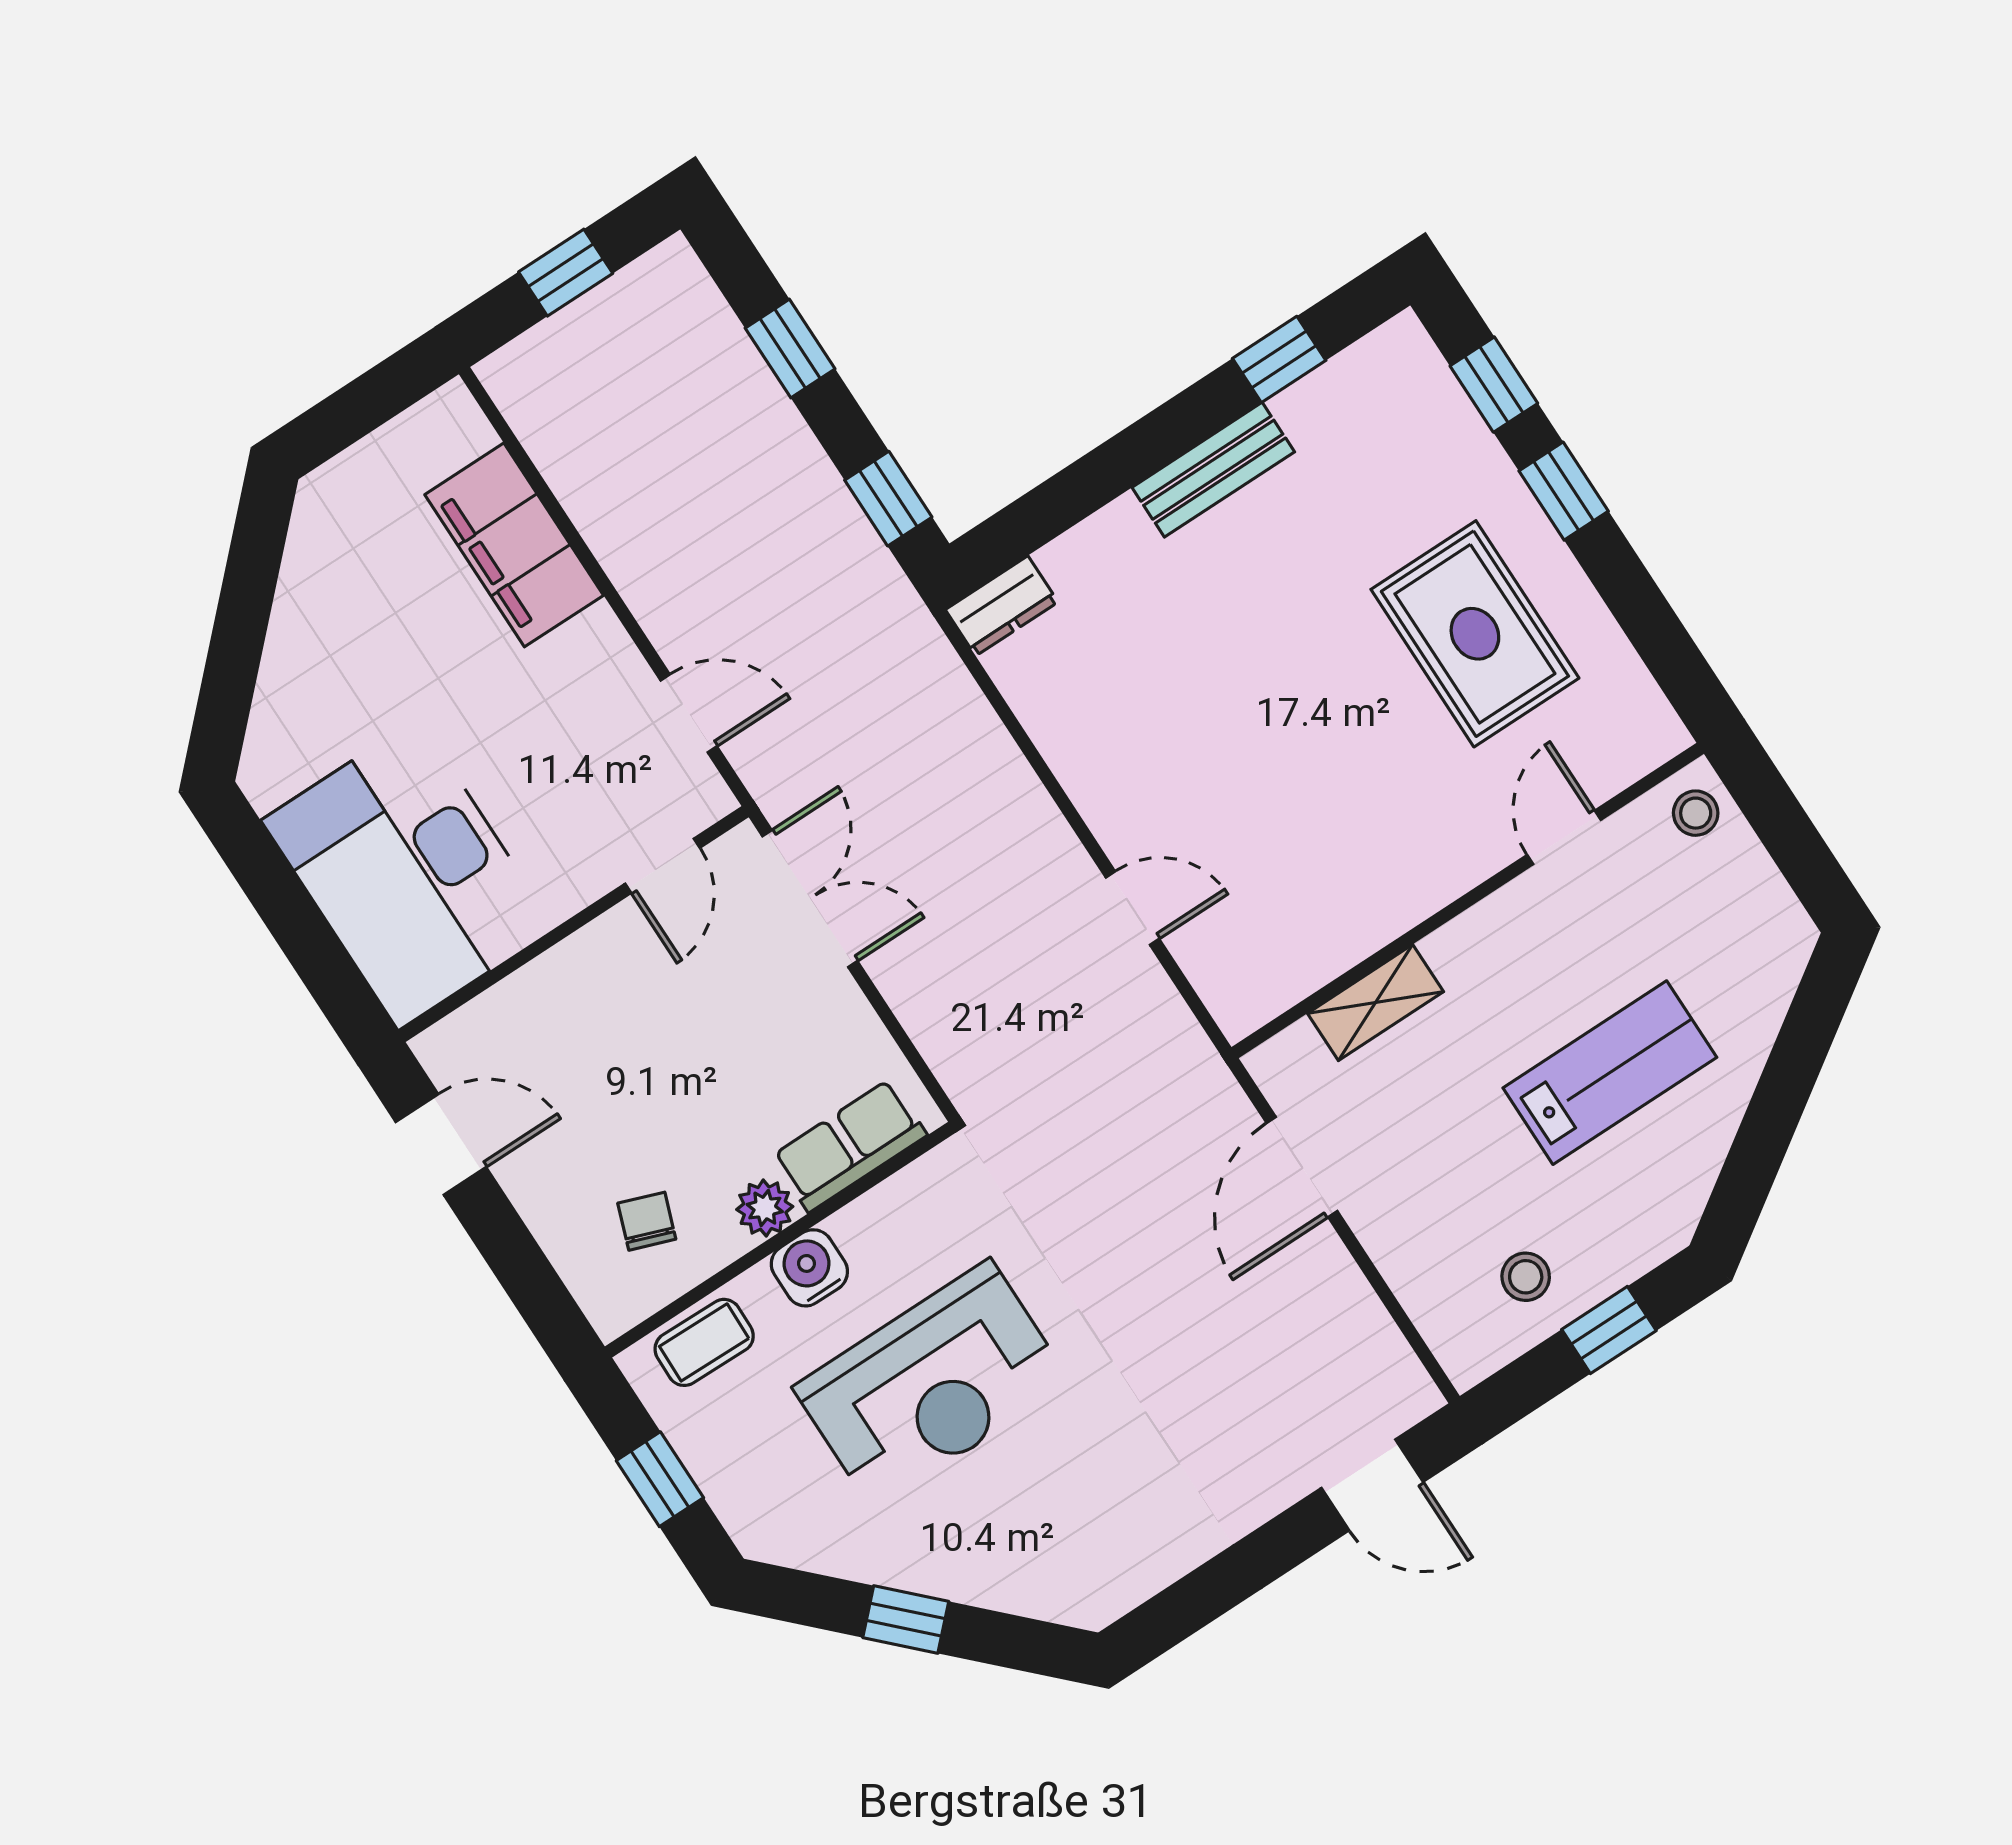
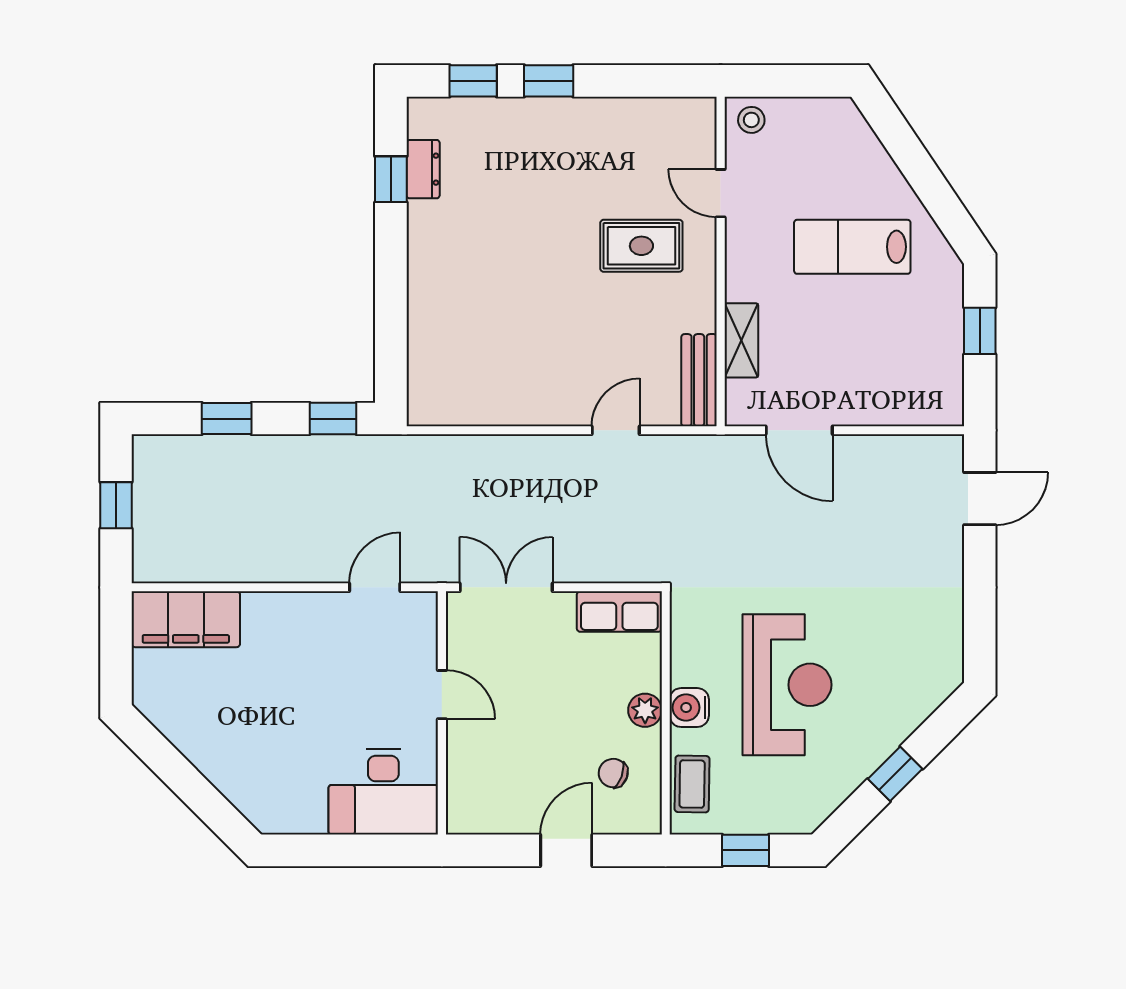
bench: (1213, 470) -> (699, 380), moved
filing cabinet: (514, 545) -> (186, 619), moved
dresser: (1002, 606) -> (423, 169), moved
rug: (1475, 634) -> (641, 246), moved, width x0.73, depth x0.70
door: (663, 866) -> (442, 695), moved
desk: (408, 874) -> (383, 792), width x0.73, depth x0.77
lab bench: (1610, 1073) -> (852, 247), turned -90
door: (441, 1144) -> (566, 850), moved
row of seats: (849, 1146) -> (619, 612), moved, turned -90
stool: (1526, 1277) -> (926, 355), removed

